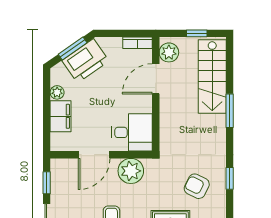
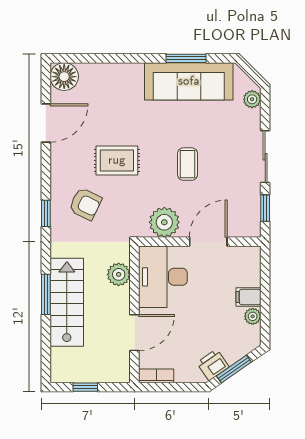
plant: (169, 52) -> (119, 274), moved
printer: (85, 61) -> (213, 365), width x0.53, depth x0.68
stairs: (212, 77) -> (67, 302), moved
filing cabinet: (61, 116) -> (248, 297), width x0.50
desk: (132, 132) -> (163, 277), width x1.37

